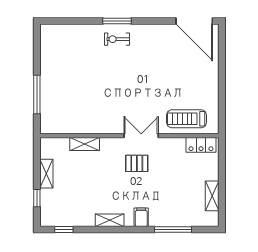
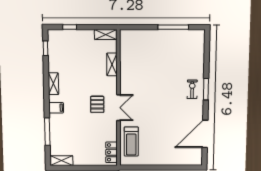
door: (194, 21) -> (205, 134), moved
window: (37, 94) -> (173, 27), moved
treadmill: (187, 119) -> (131, 142), turned 180
shelving: (46, 174) -> (106, 35), moved
shelving: (212, 196) -> (61, 161), moved

